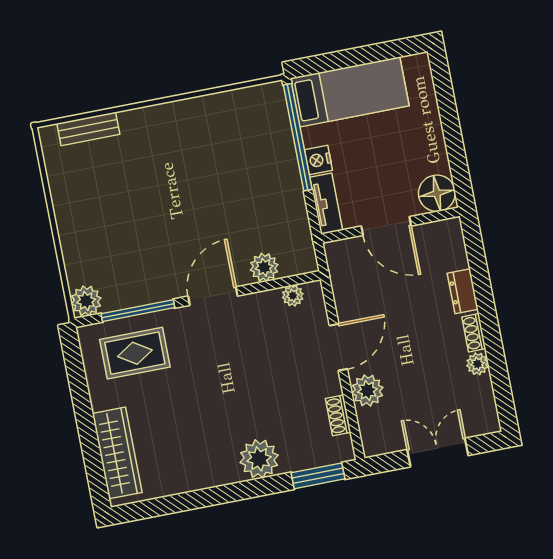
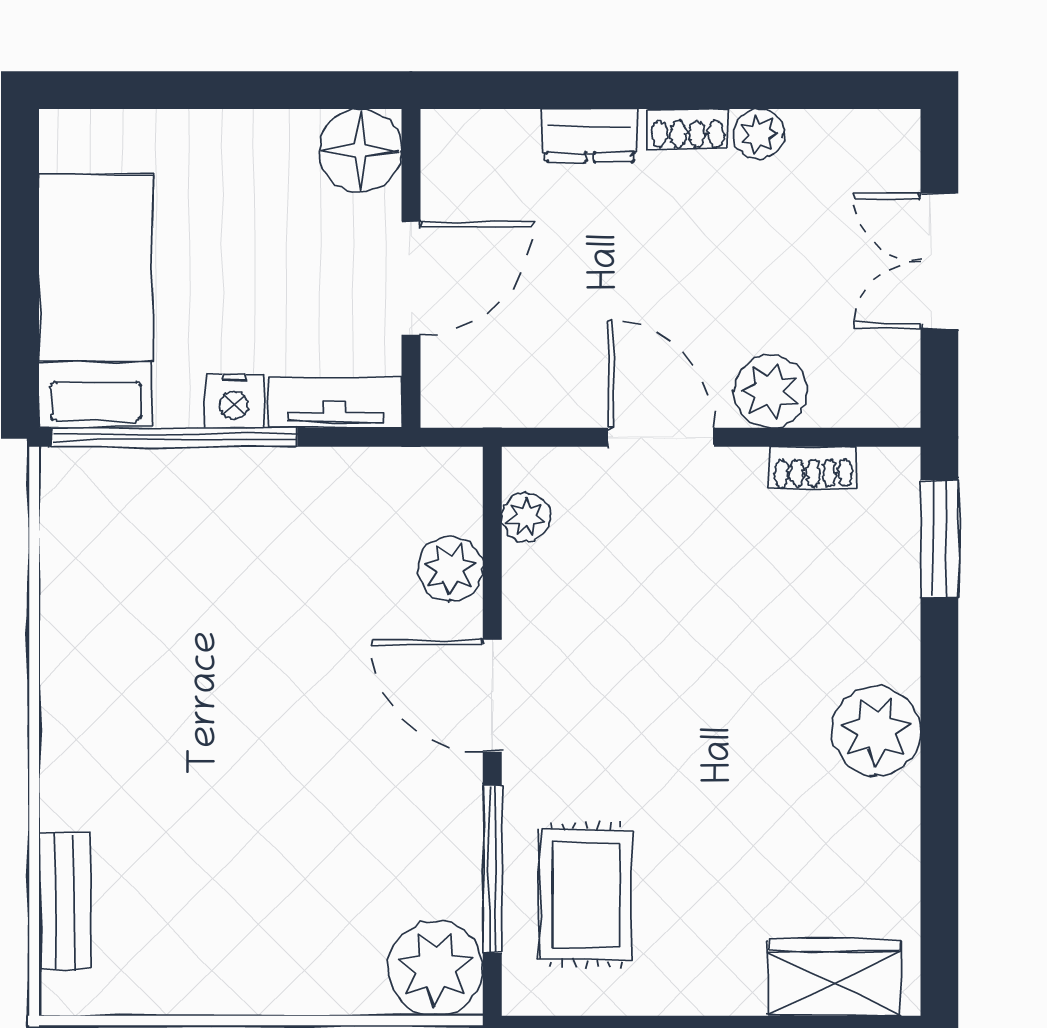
plant: (86, 301) -> (435, 968), width x1.36, depth x1.36
wardrobe: (117, 453) -> (834, 977), width x0.67
plant: (259, 459) -> (876, 731), moved

